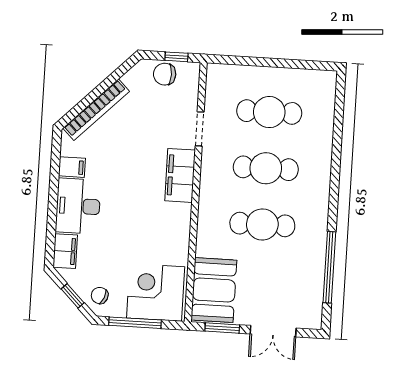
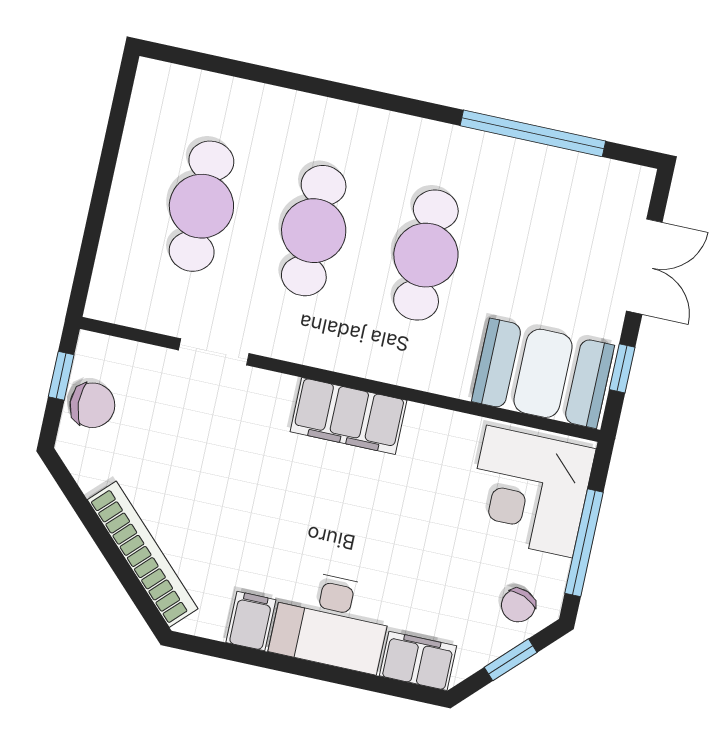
chair: (165, 74) -> (92, 405), turned -93
filing cabinet: (180, 175) -> (348, 416), moved
window: (222, 328) -> (622, 368), width x0.67

